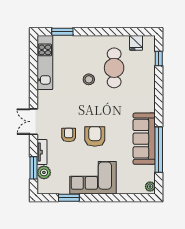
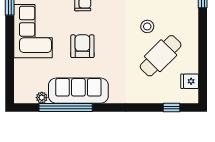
cafe table: (114, 68) -> (161, 56), turned -45
armchair: (95, 136) -> (82, 46), moved, turned -90
plant: (150, 187) -> (42, 98), moved

